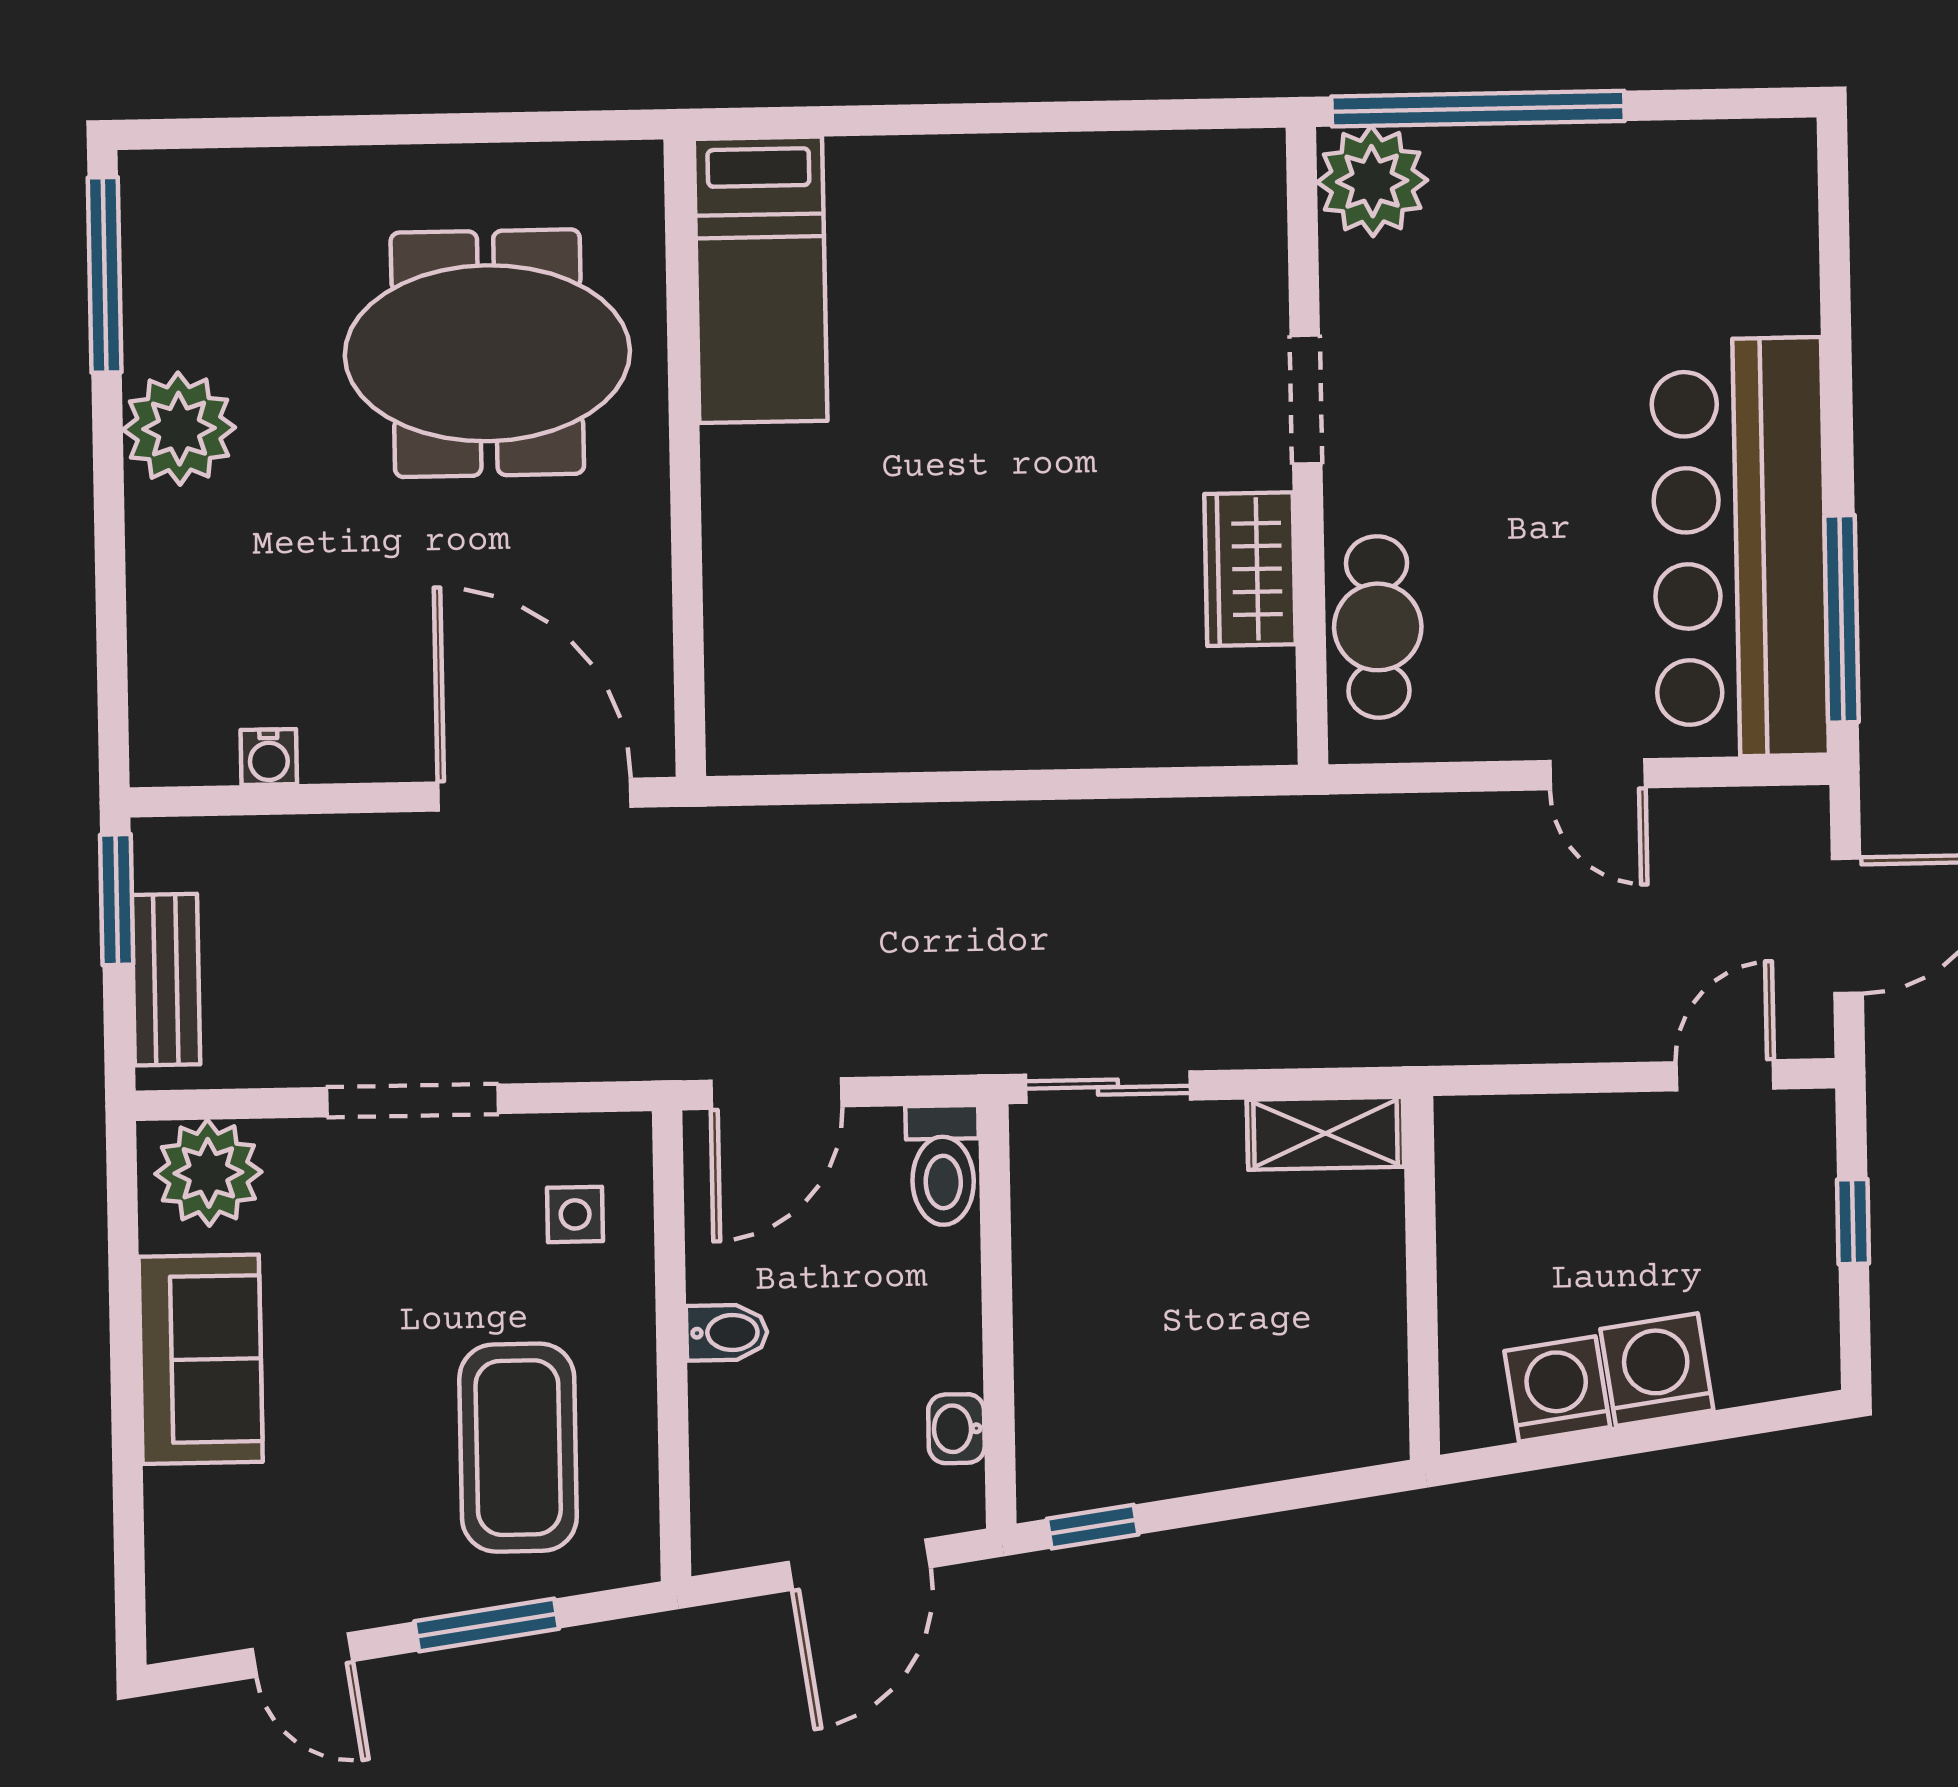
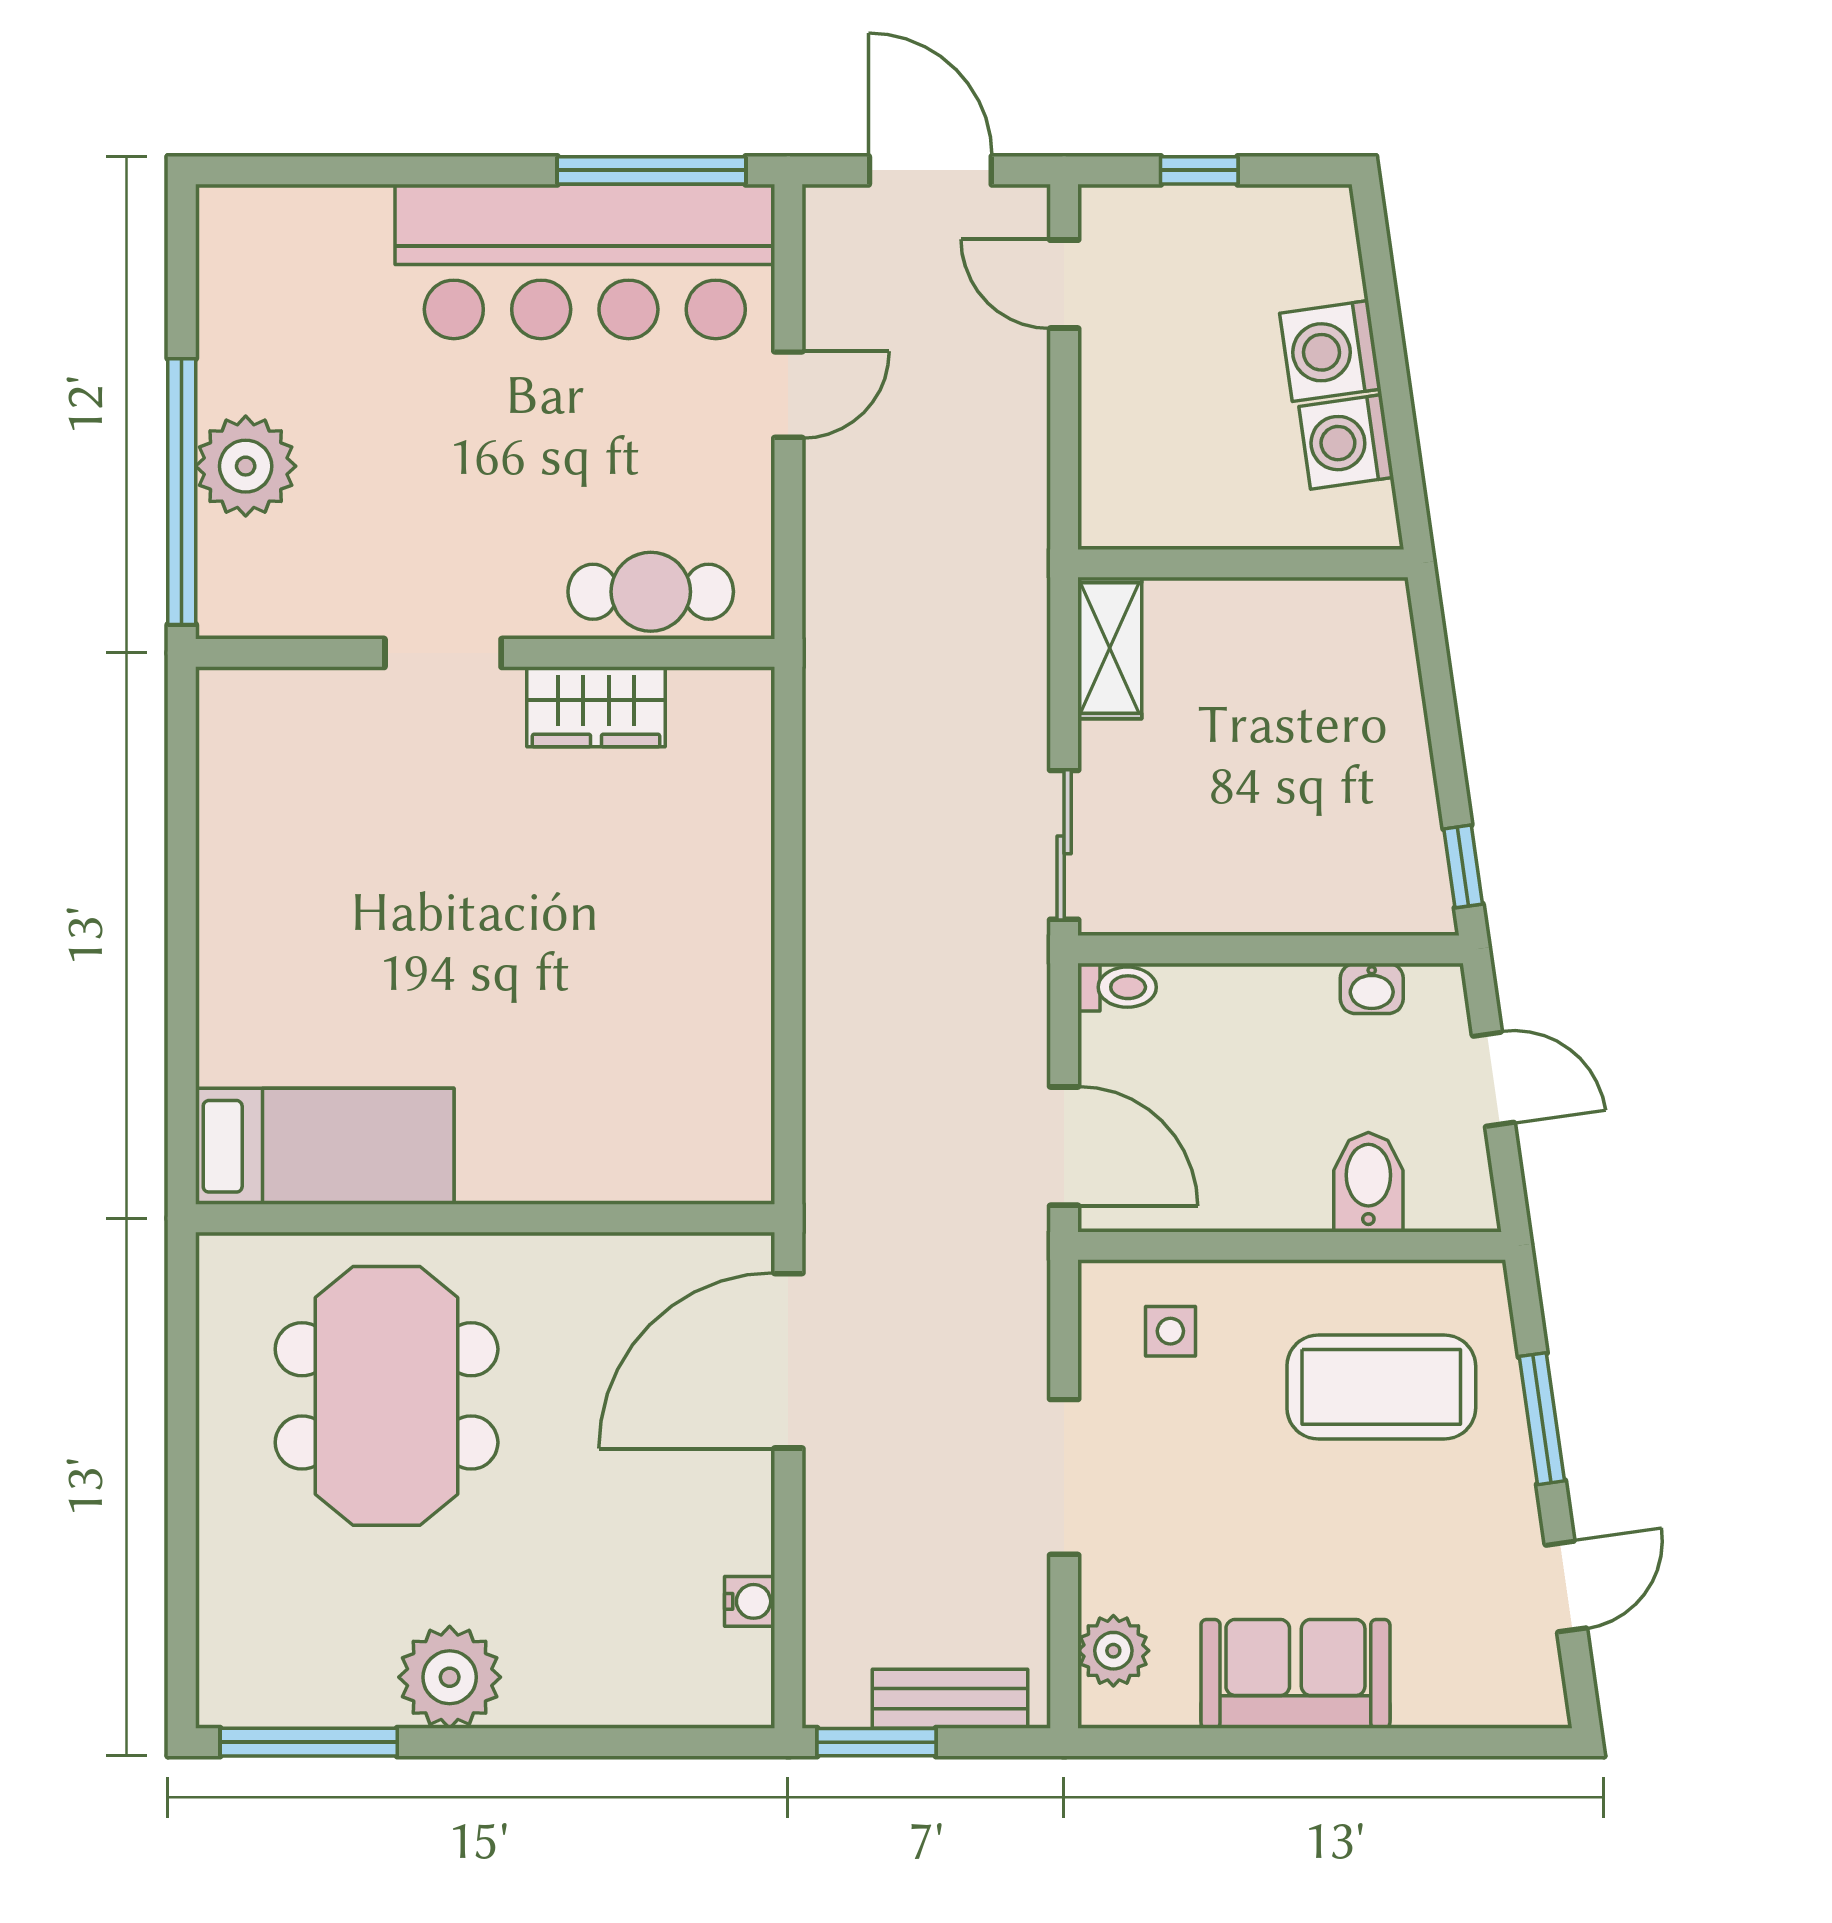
plant: (1372, 181) -> (246, 466), moved
toilet: (943, 1165) -> (1117, 987), width x0.73, depth x0.72
plant: (208, 1173) -> (1113, 1651), width x0.73, depth x0.73
bidet: (727, 1333) -> (1368, 1182), moved, width x1.38, depth x1.36
door: (859, 1565) -> (1493, 1079), width x0.73

